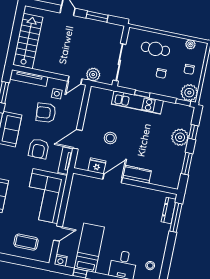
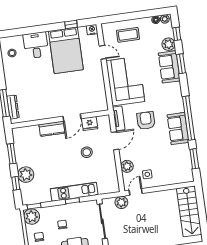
tv unit: (29, 78) -> (177, 179), removed
plant: (74, 109) -> (127, 166), added
armchair: (46, 113) -> (151, 154), removed
door: (58, 234) -> (103, 52), swing flipped
bed: (89, 248) -> (66, 50), width x1.50

